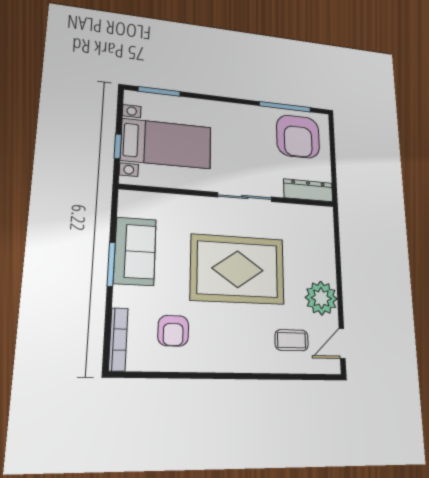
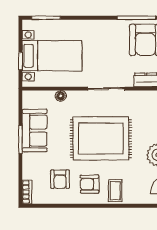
floor lamp: (178, 202) -> (61, 96), added
bookcase: (118, 339) -> (27, 192), width x0.64
armchair: (220, 340) -> (90, 184), added
coffee table: (292, 340) -> (115, 191), moved, turned 90

